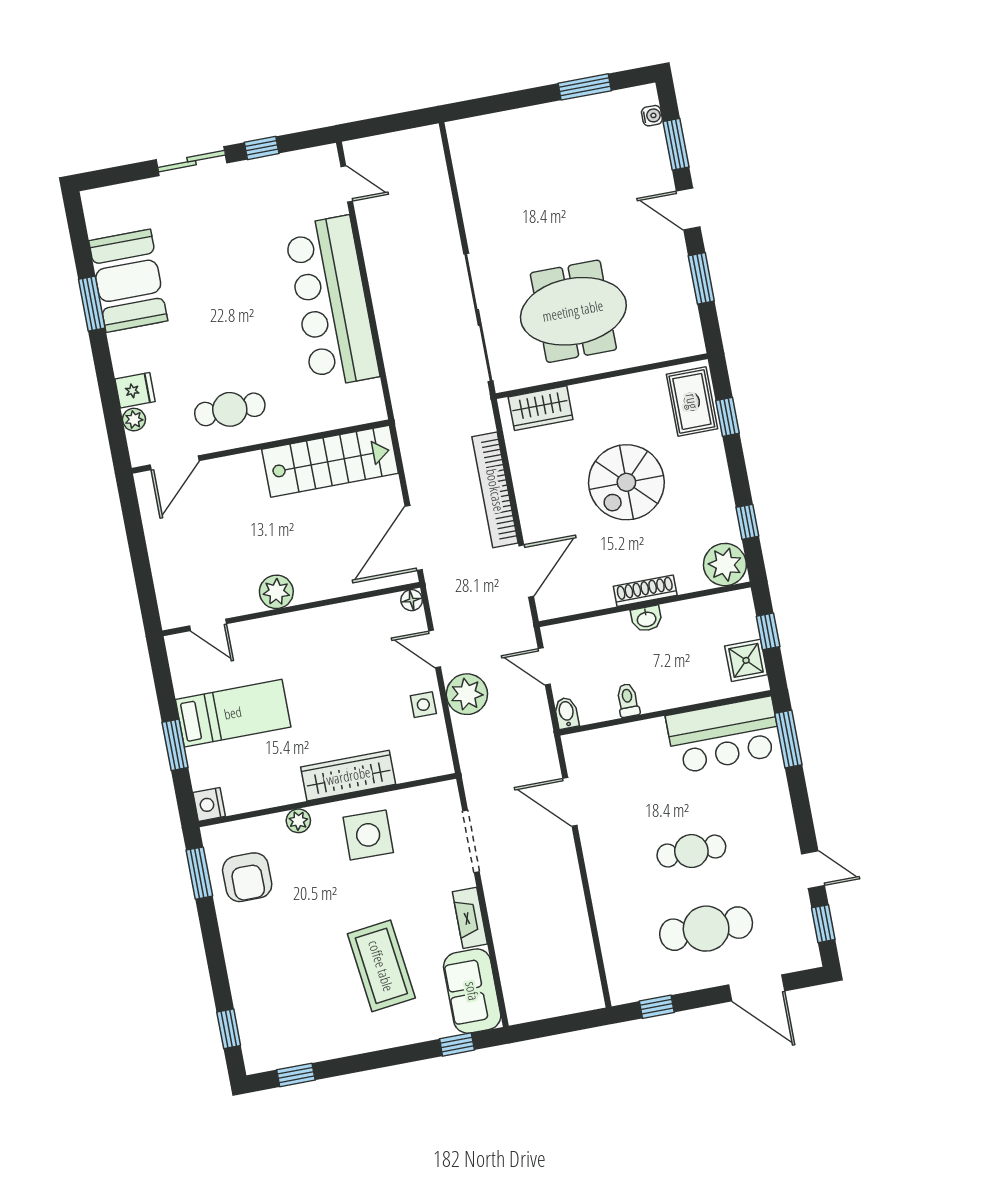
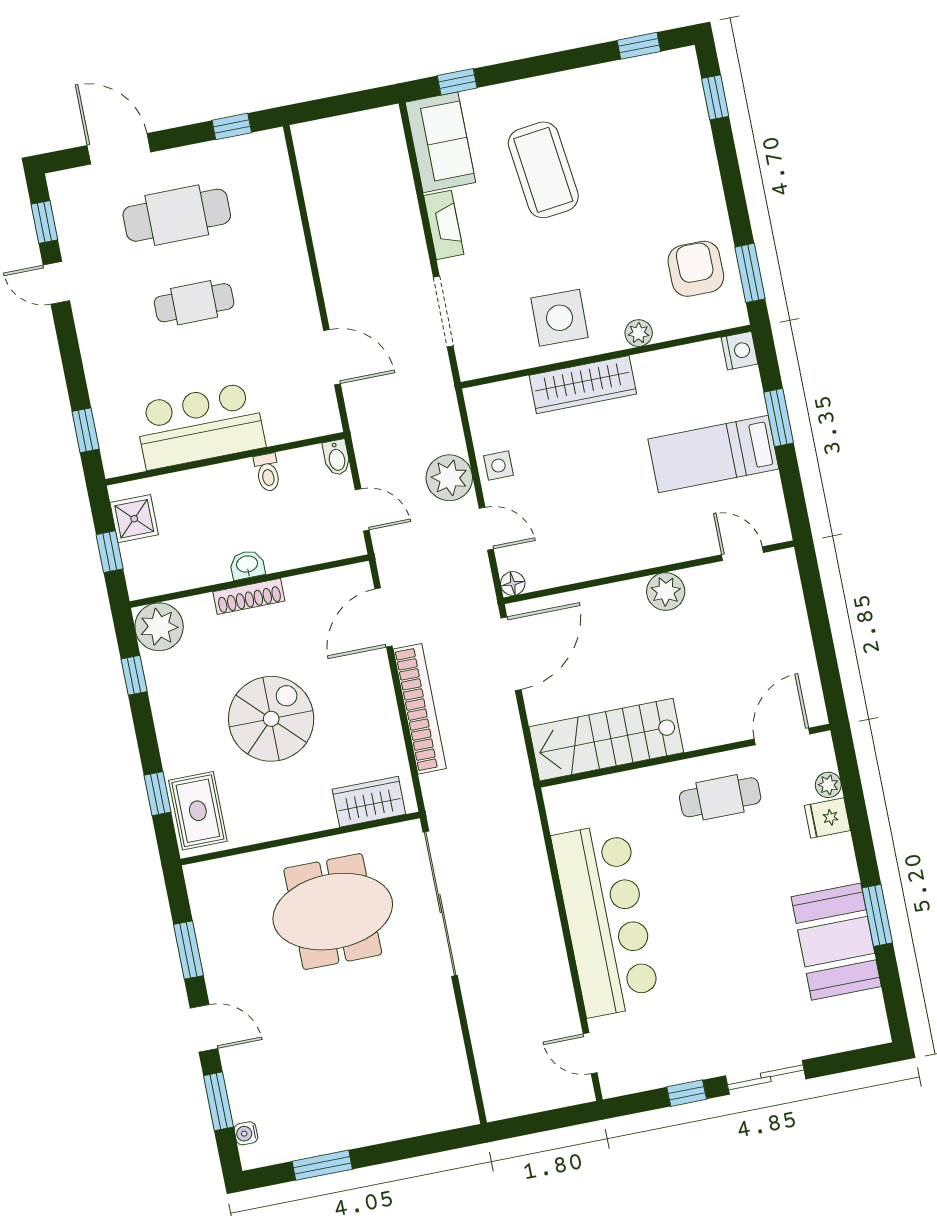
bar counter: (724, 735) -> (200, 426), moved
window: (788, 739) -> (86, 430), width x0.67

